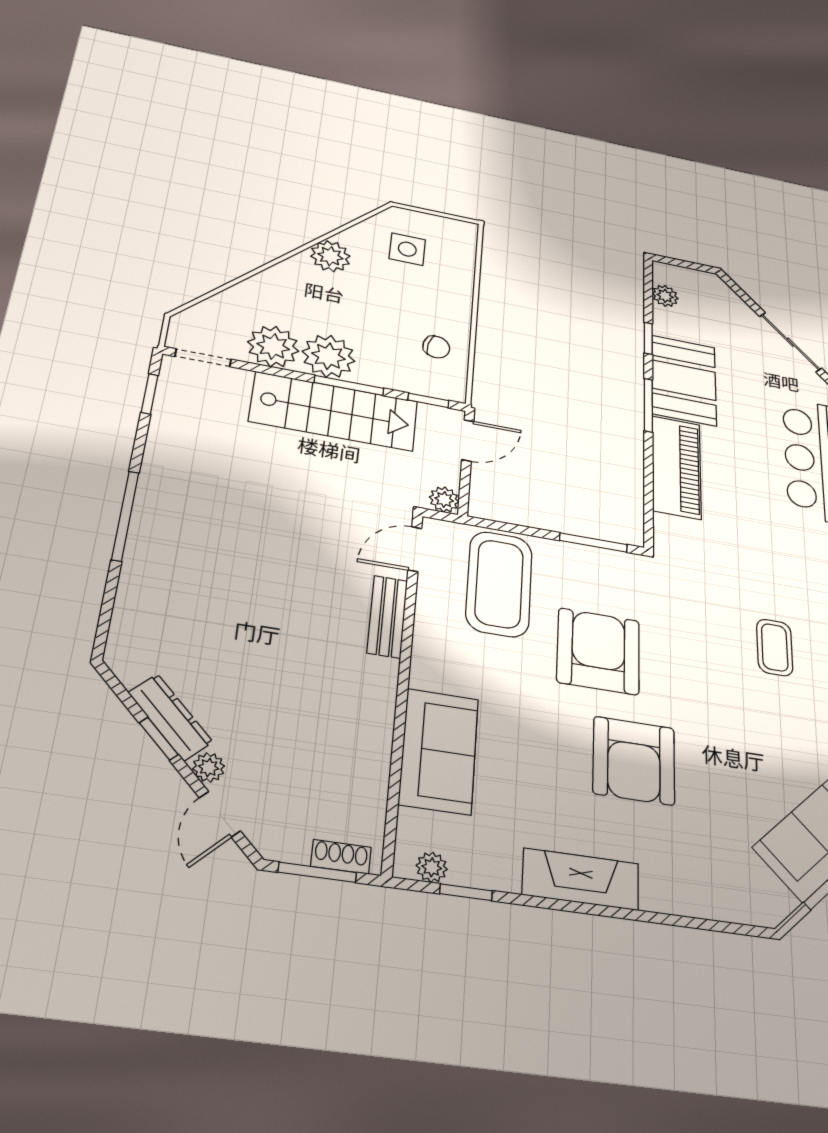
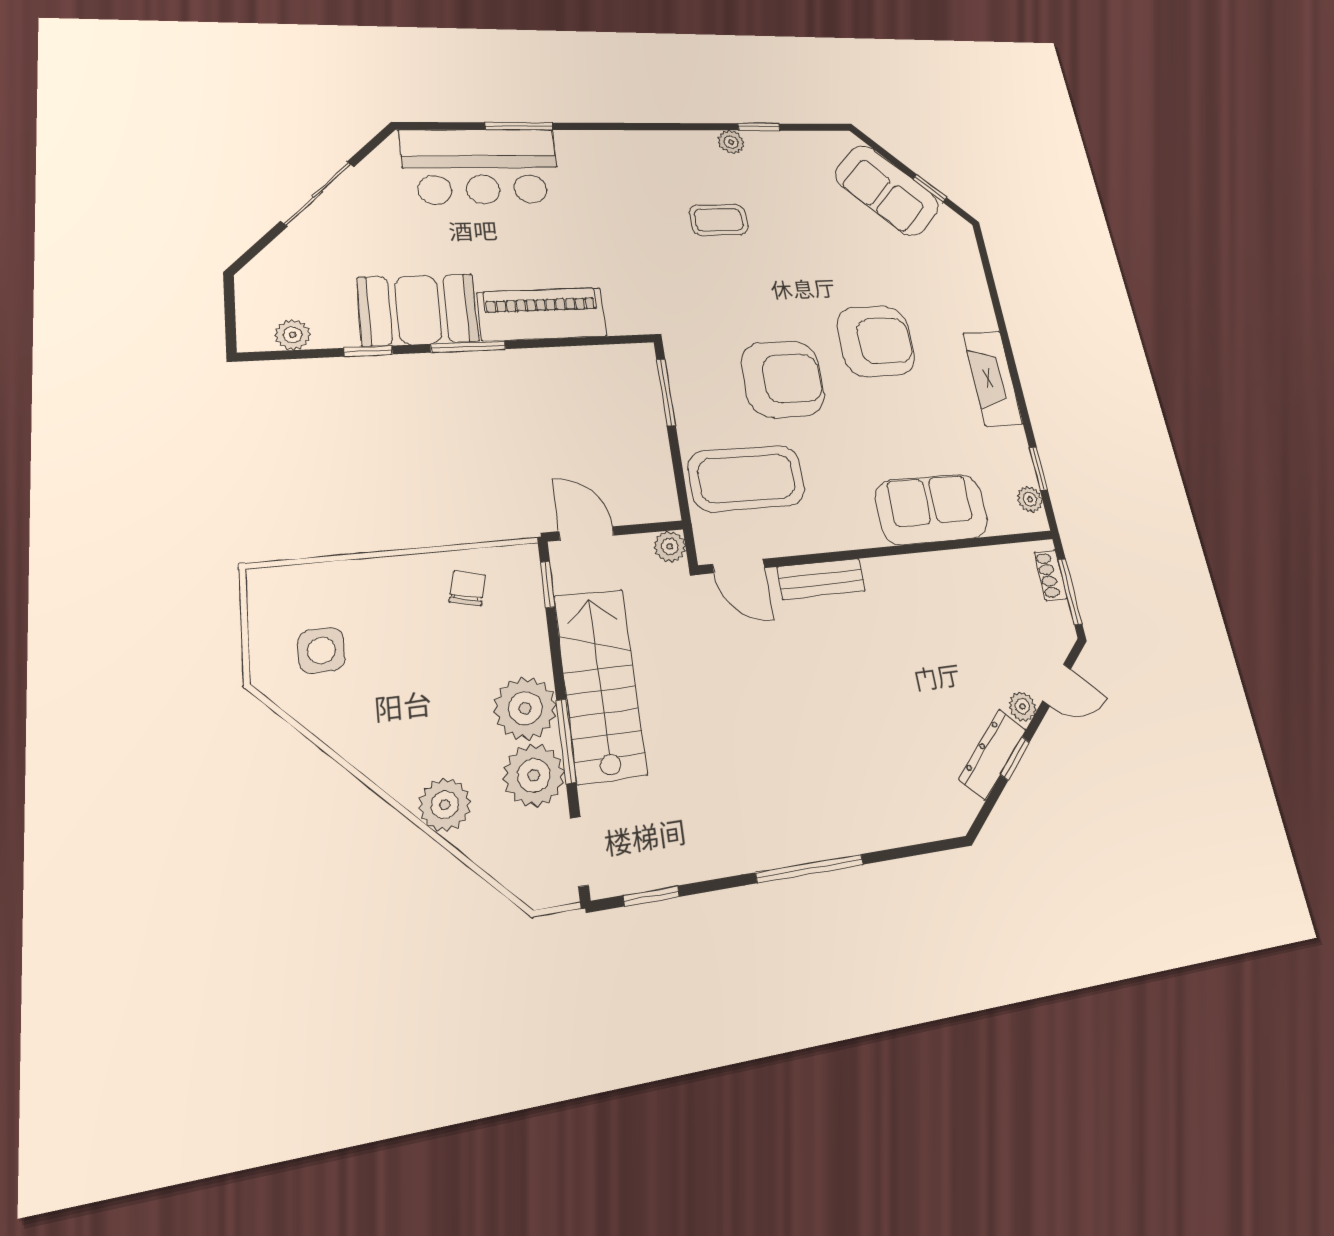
plant: (330, 256) -> (445, 805), moved
window: (349, 385) -> (566, 741), moved
armchair: (598, 651) -> (783, 379), turned 180

